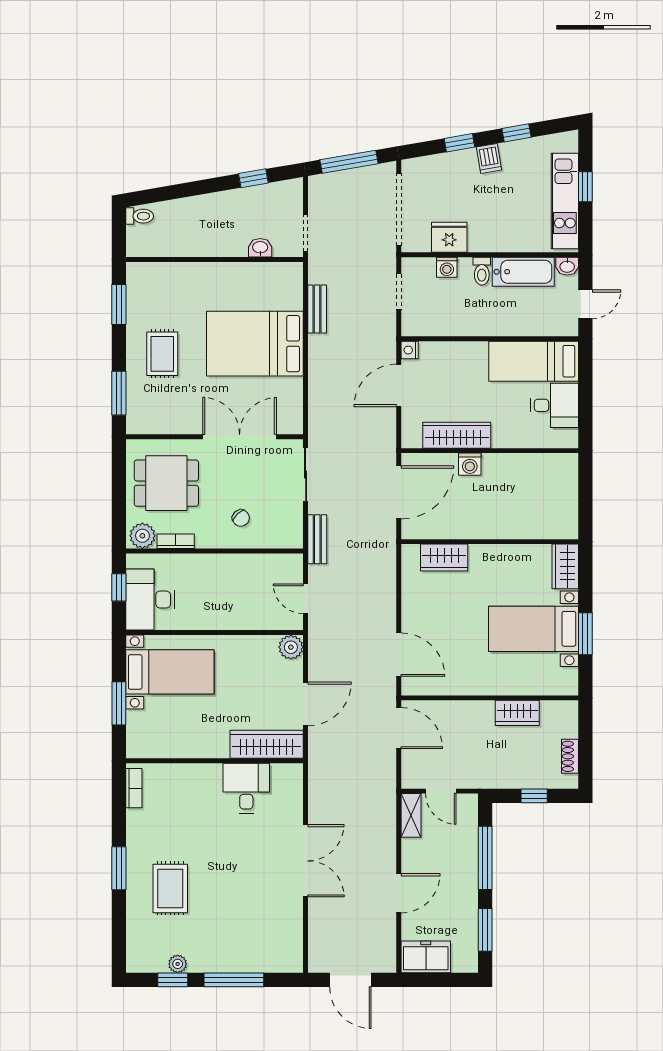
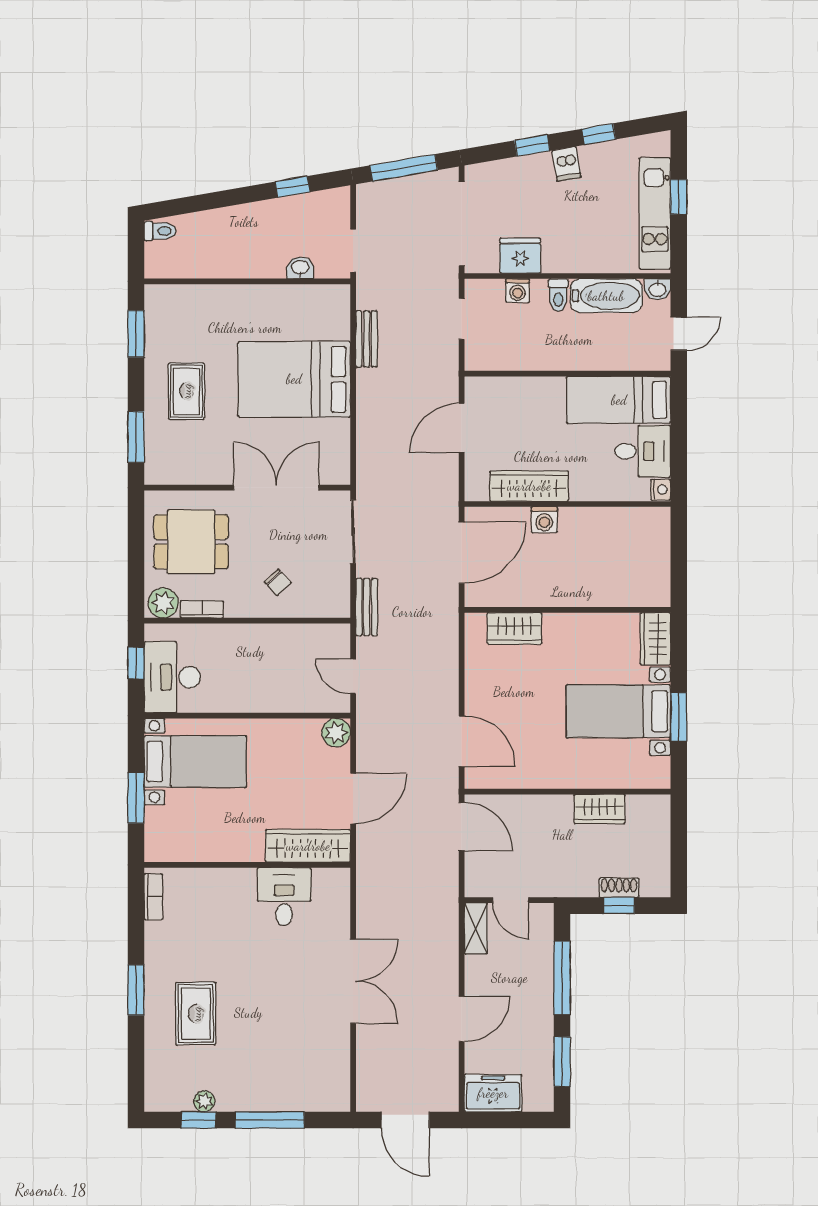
nightstand: (410, 350) -> (661, 490), moved, turned 180
shoe rack: (570, 756) -> (619, 888), moved, turned 90

